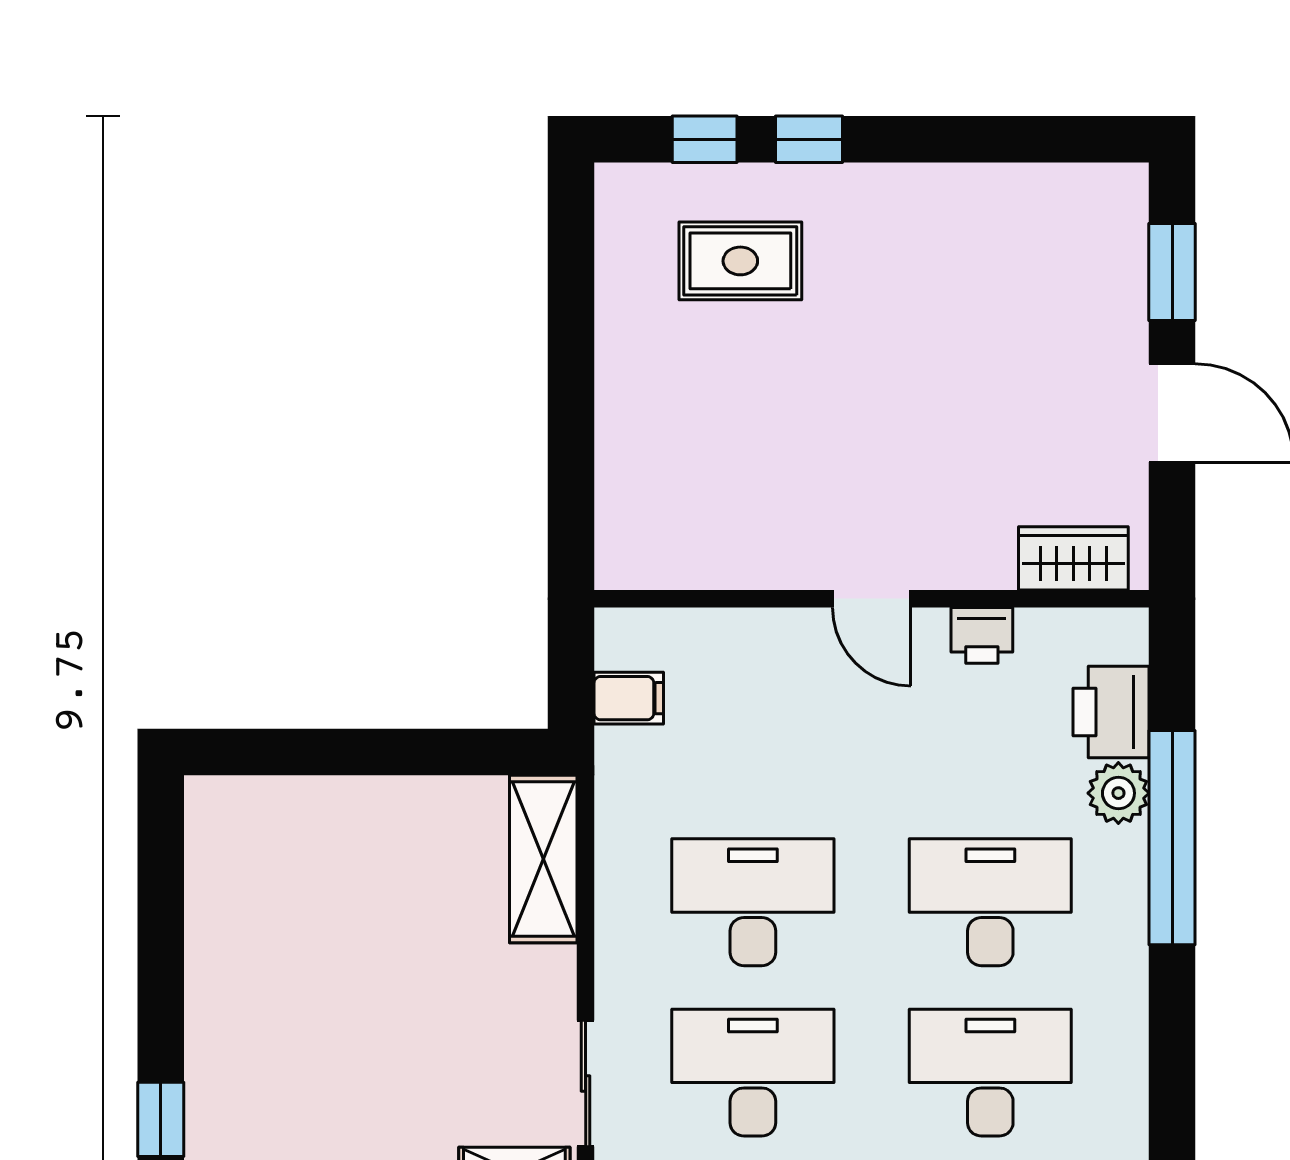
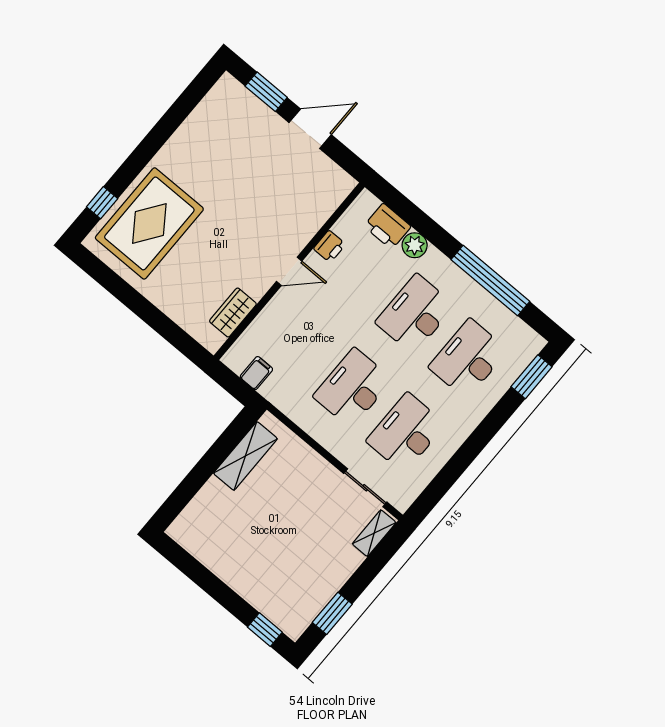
window: (809, 139) -> (129, 170), removed
rug: (740, 261) -> (149, 223), width x1.86, depth x2.06
wardrobe: (1073, 558) -> (233, 312), moved
window: (1172, 838) -> (490, 280), moved
shelving: (543, 859) -> (245, 456), moved, turned 90

